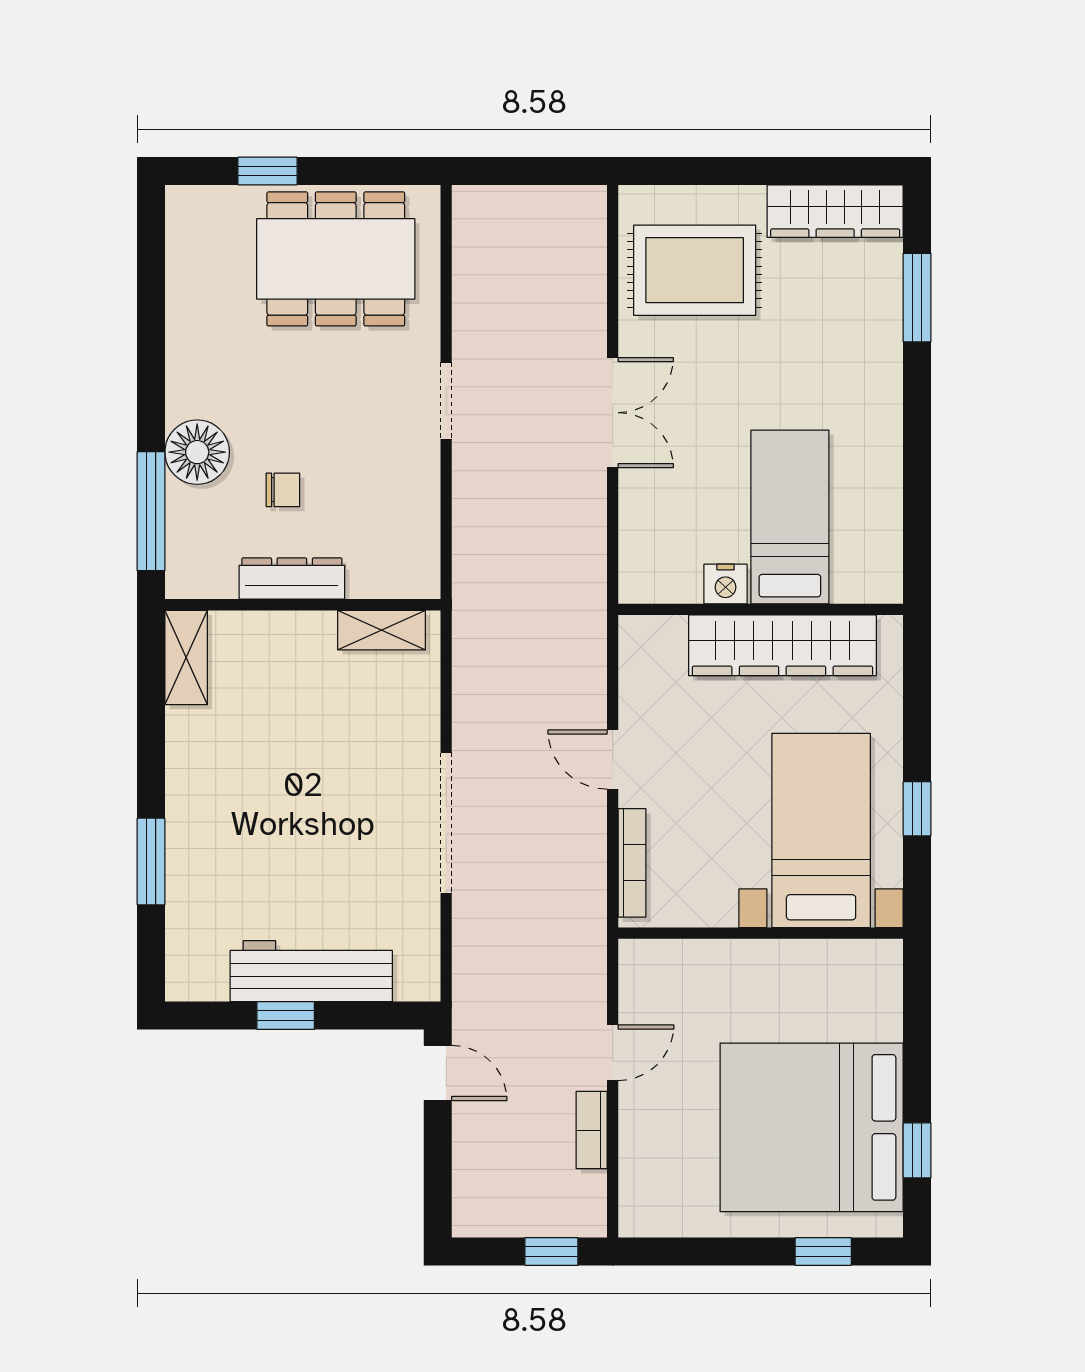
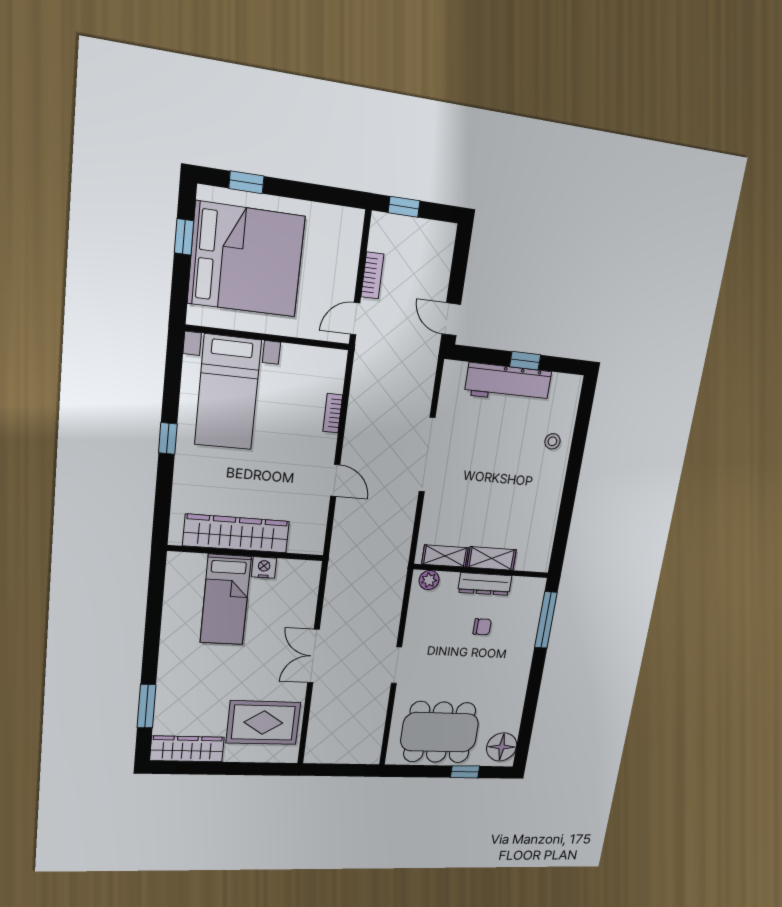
floor lamp: (197, 452) -> (502, 747), moved
chair: (283, 490) -> (482, 627), turned 180
plant: (406, 580) -> (429, 580), added
shelving: (186, 657) -> (492, 558), moved, turned 90
bed with nightstands: (821, 830) -> (228, 392), moved
window: (151, 861) -> (577, 449), removed
bookcase: (632, 863) -> (333, 413), width x0.64
stool: (204, 871) -> (552, 441), added
wall: (761, 933) -> (268, 337), moved

